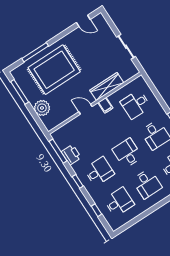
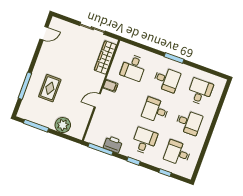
rug: (54, 70) -> (50, 88), width x0.54, depth x0.49
wardrobe: (107, 87) -> (105, 57), moved
desk: (119, 202) -> (178, 153), turned -90

